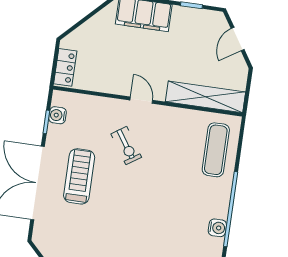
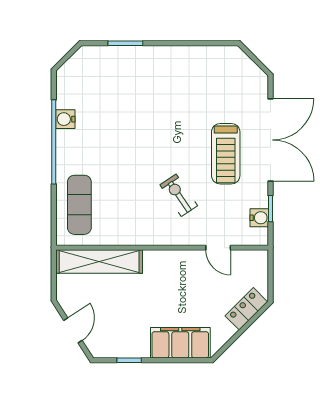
locker: (65, 67) -> (246, 309), moved, turned 45
door: (141, 100) -> (218, 248), moved

